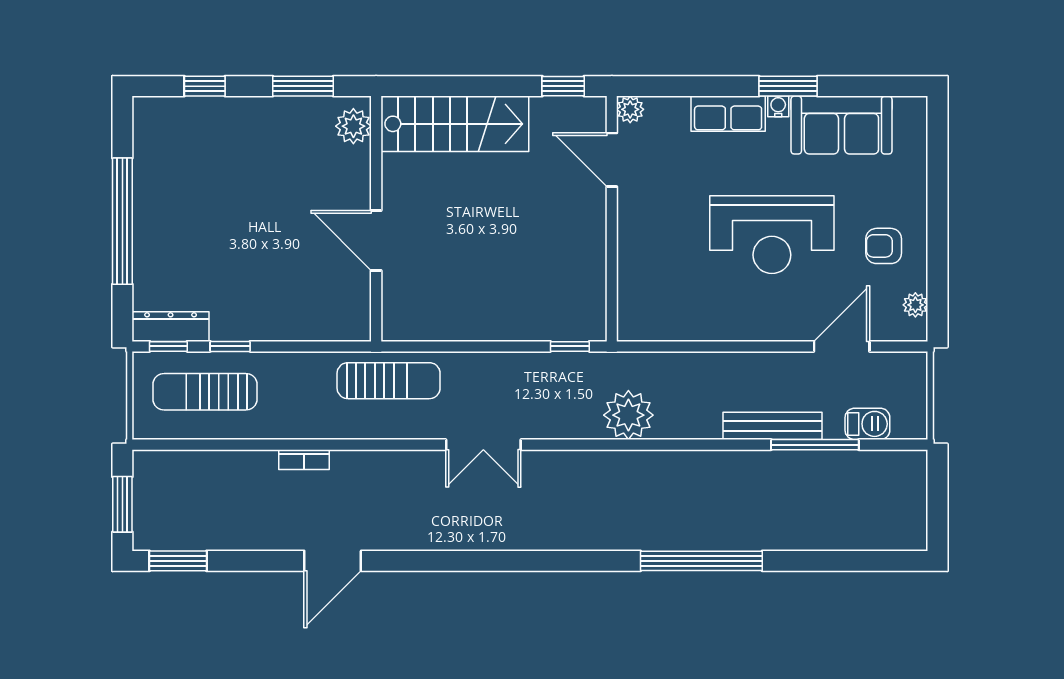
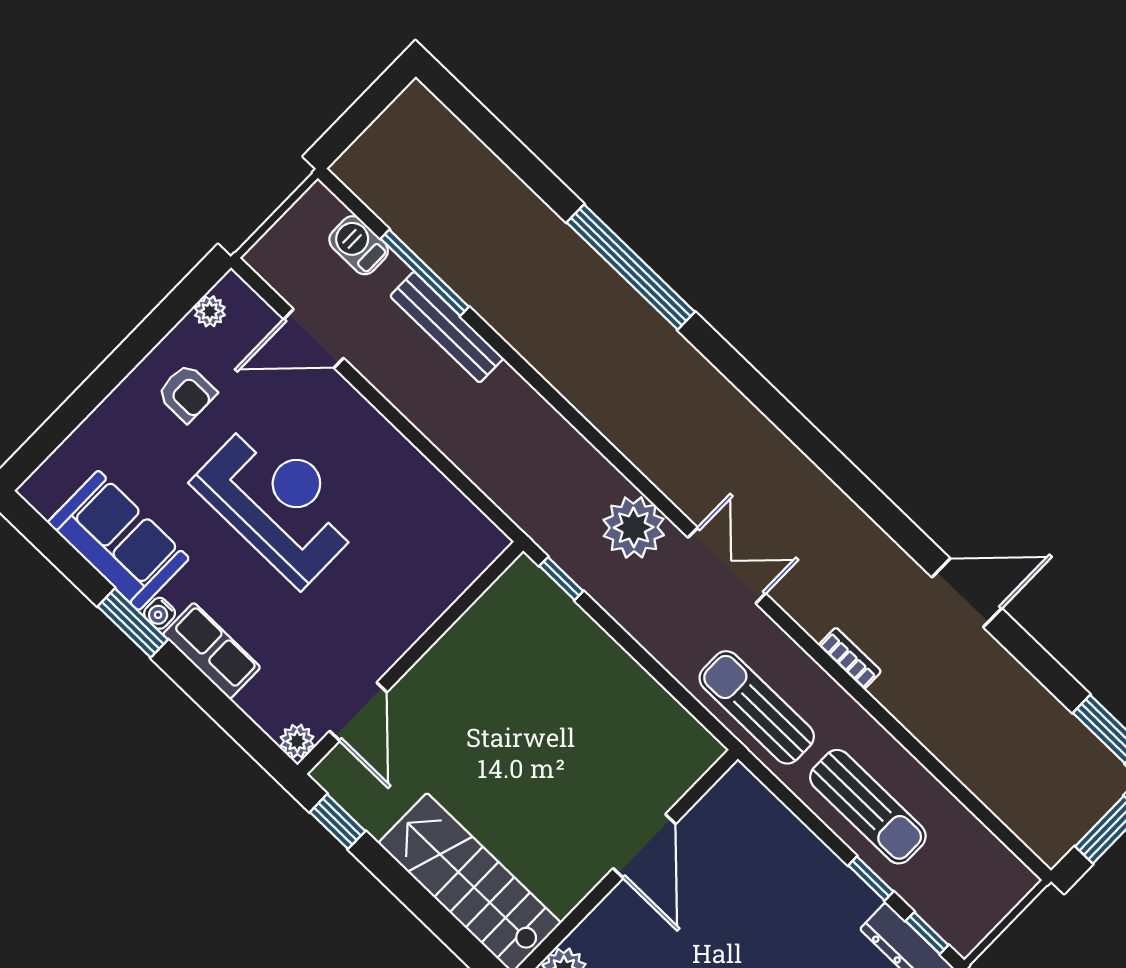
sun lounger: (205, 392) -> (868, 807), moved
plant: (628, 415) -> (634, 527), moved
bookcase: (304, 460) -> (850, 658), moved

